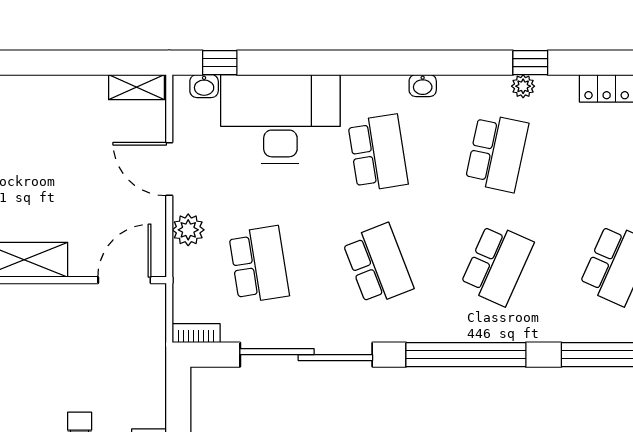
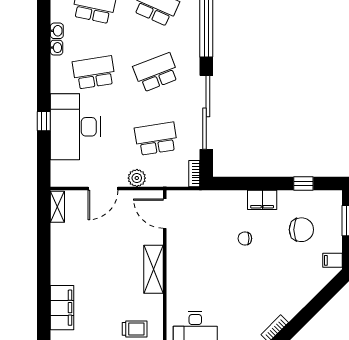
window: (220, 63) -> (44, 121), moved
washbasin: (204, 86) -> (57, 31), moved

